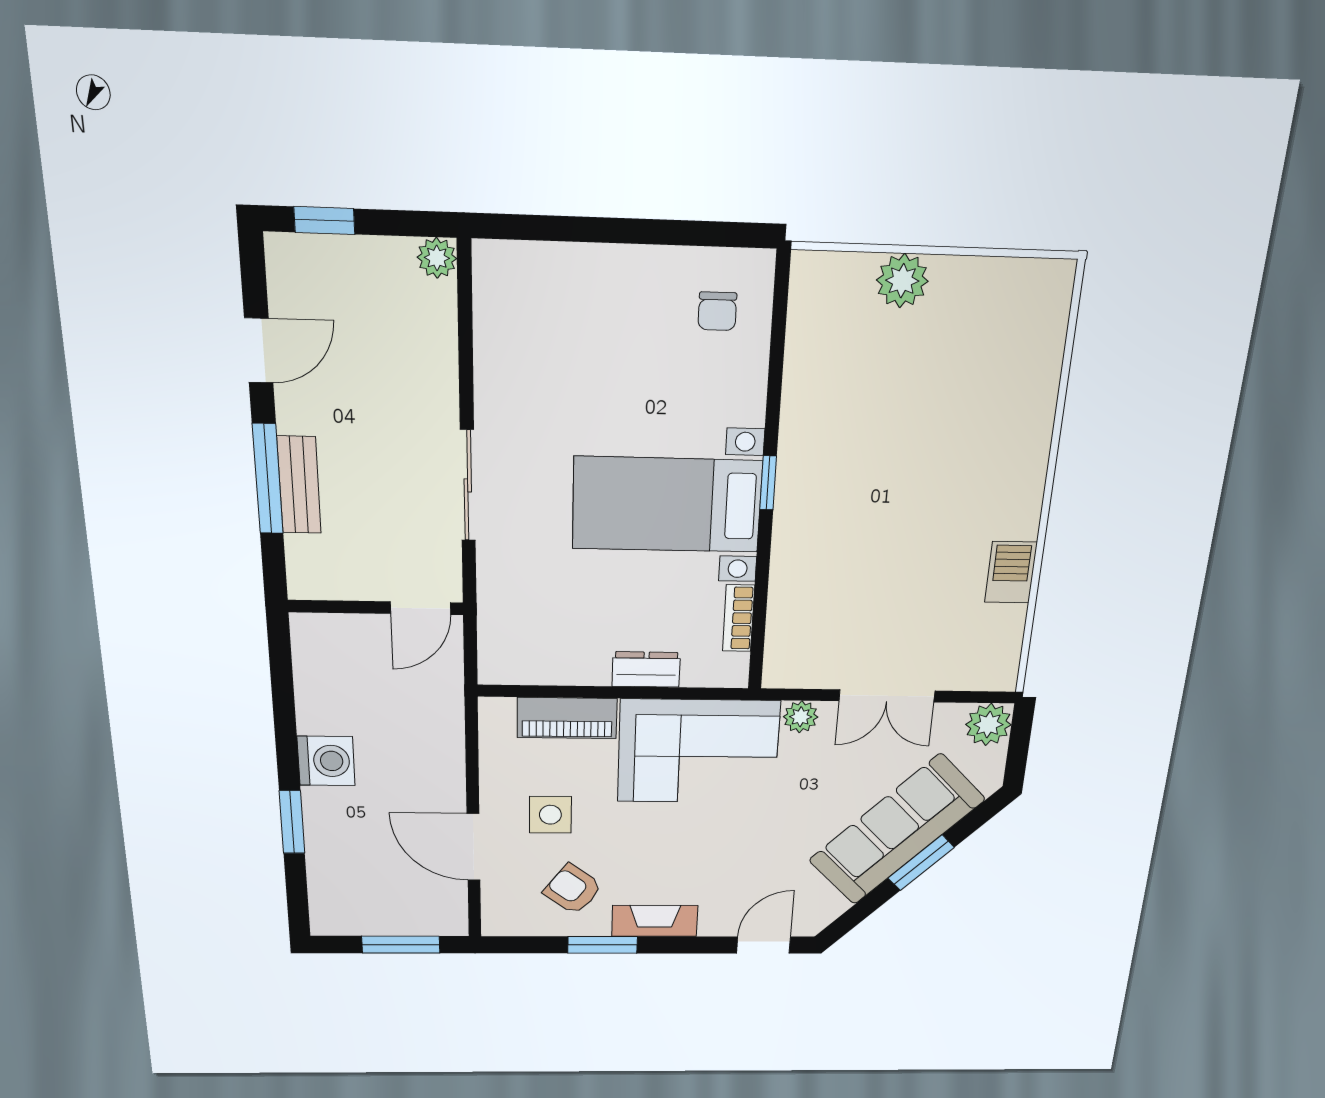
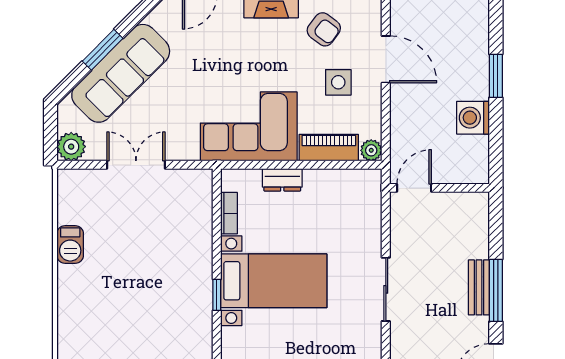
wall: (376, 607) -> (440, 188), moved
door: (421, 608) -> (414, 188), moved
plant: (801, 717) -> (371, 150), moved

